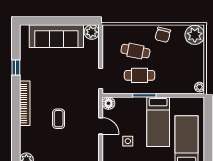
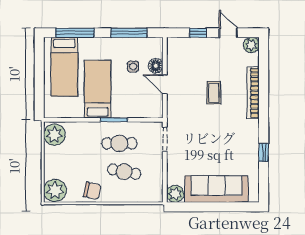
chair: (163, 35) -> (92, 191), turned 87
plant: (200, 87) -> (54, 135), width x1.88, depth x1.88
bookcase: (25, 103) -> (253, 93), moved
floor lamp: (108, 103) -> (156, 66), moved

